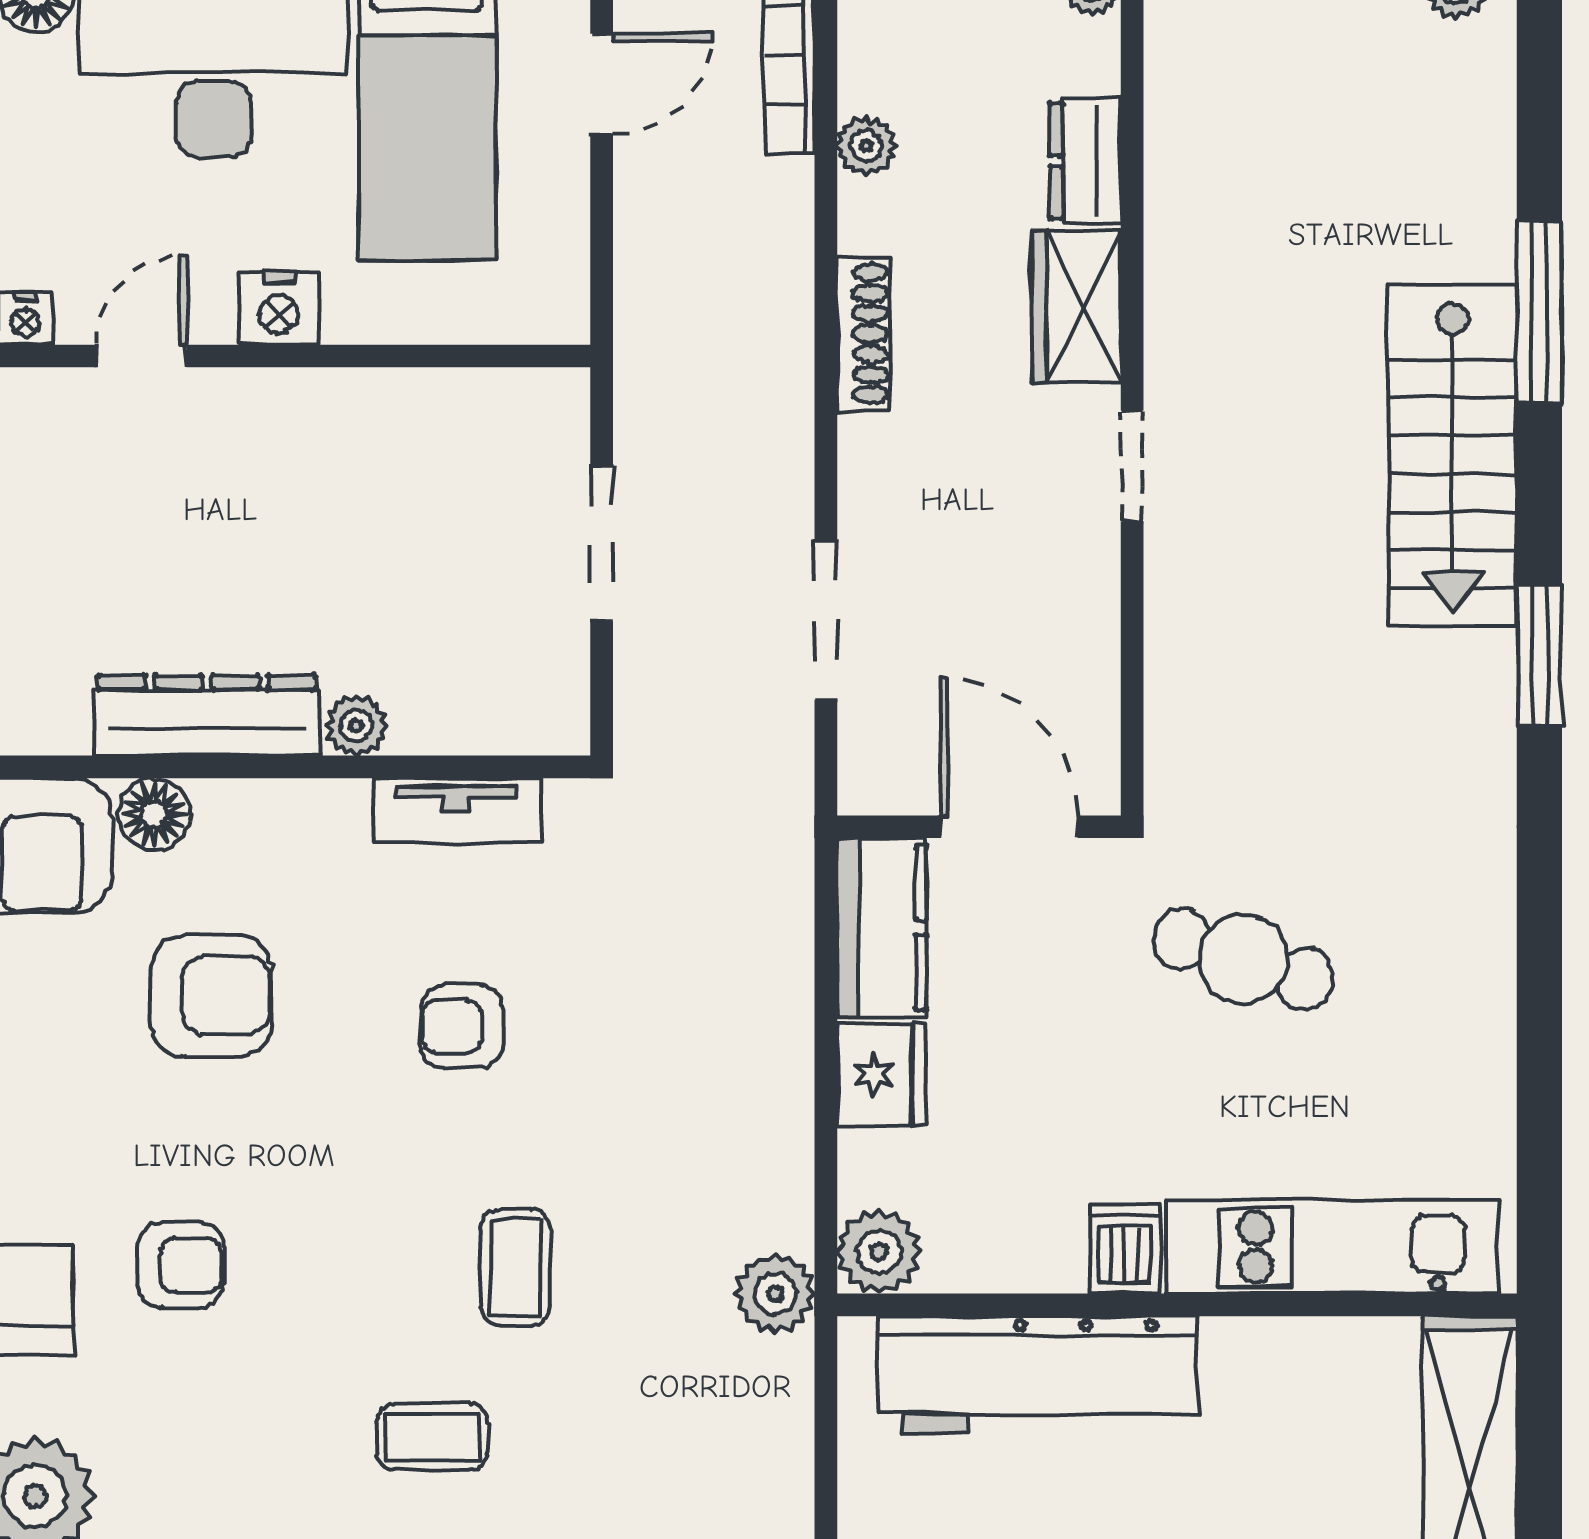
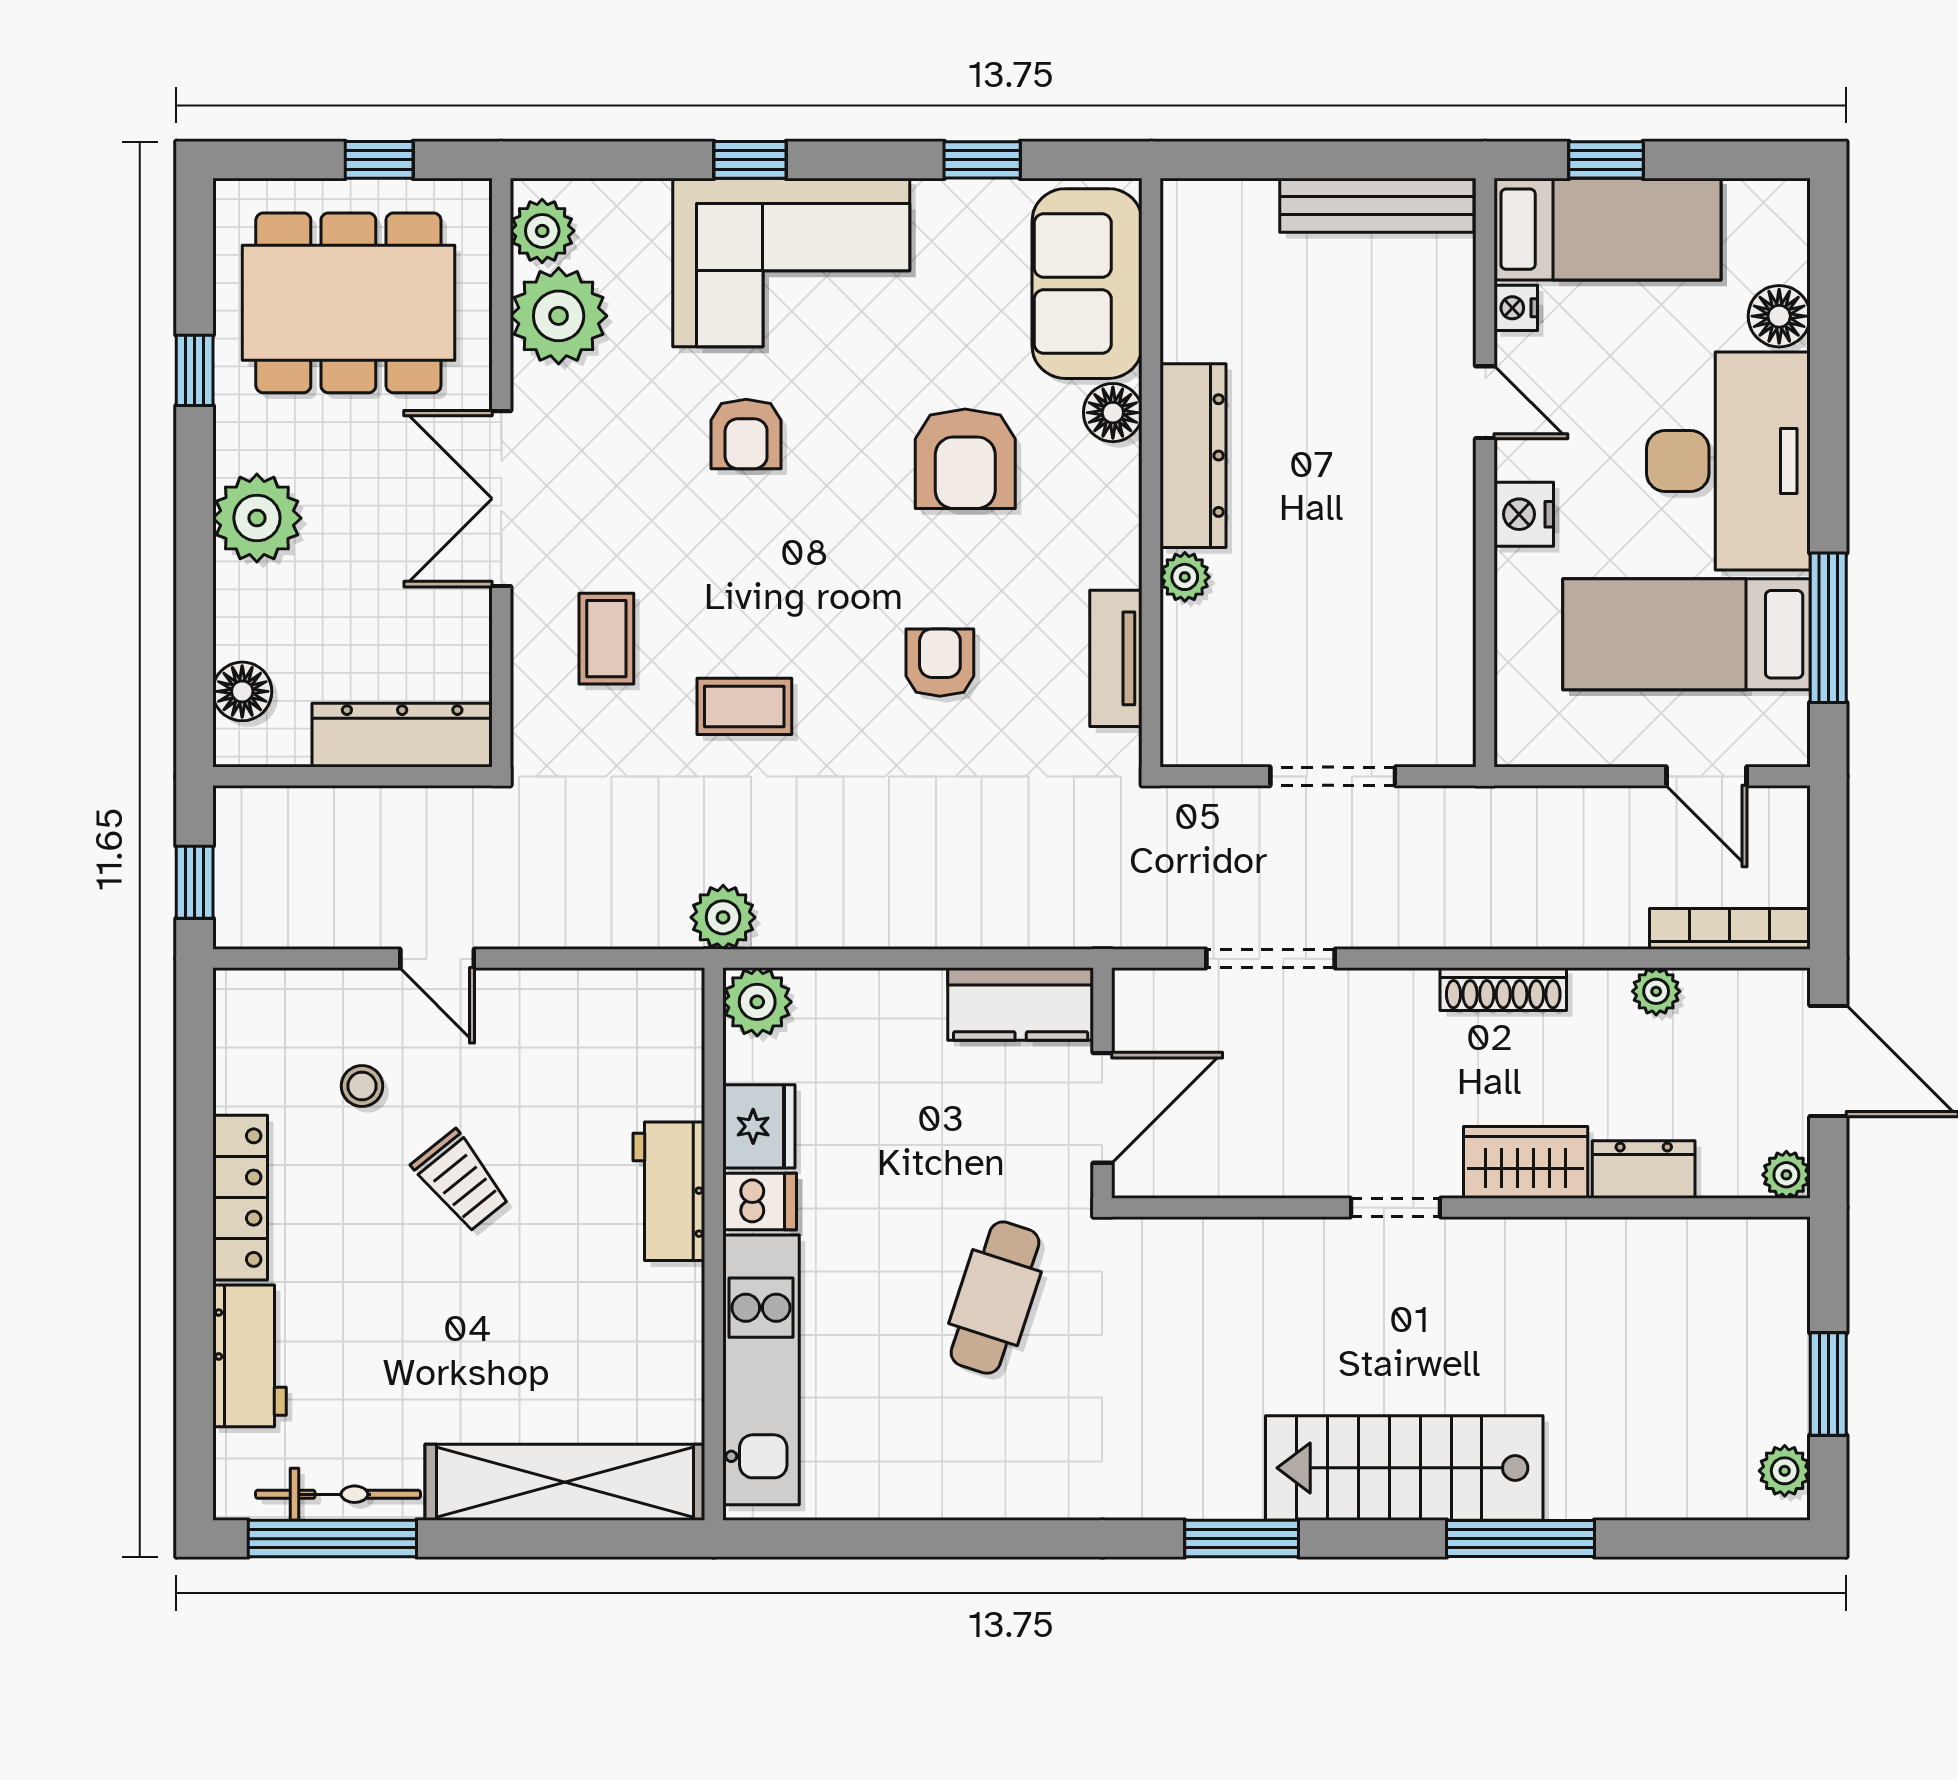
fridge: (881, 1074) -> (759, 1126), moved, turned -90
workbench: (1038, 1374) -> (669, 1191), width x0.53, depth x0.76

